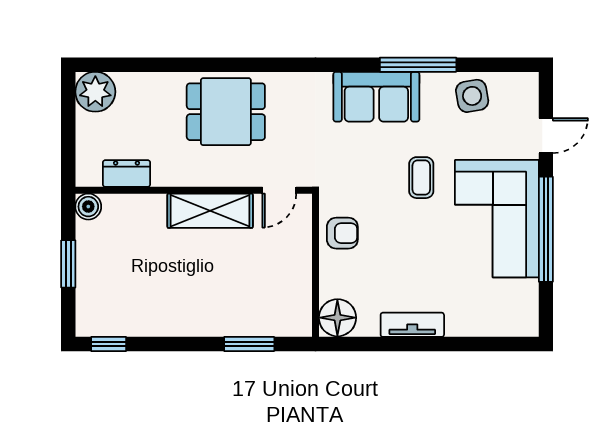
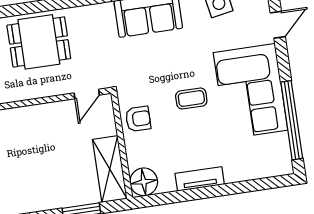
coffee table: (421, 178) -> (191, 98), moved, turned 90
shelving: (210, 211) -> (110, 169), moved, turned 90
window: (546, 229) -> (292, 120), moved

